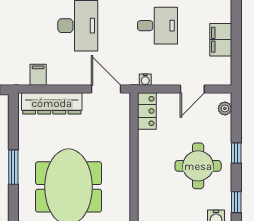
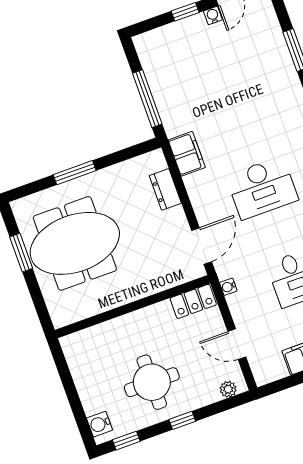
filing cabinet: (38, 75) -> (187, 154), width x2.00
dresser: (52, 103) -> (165, 189), width x0.51, depth x0.80

